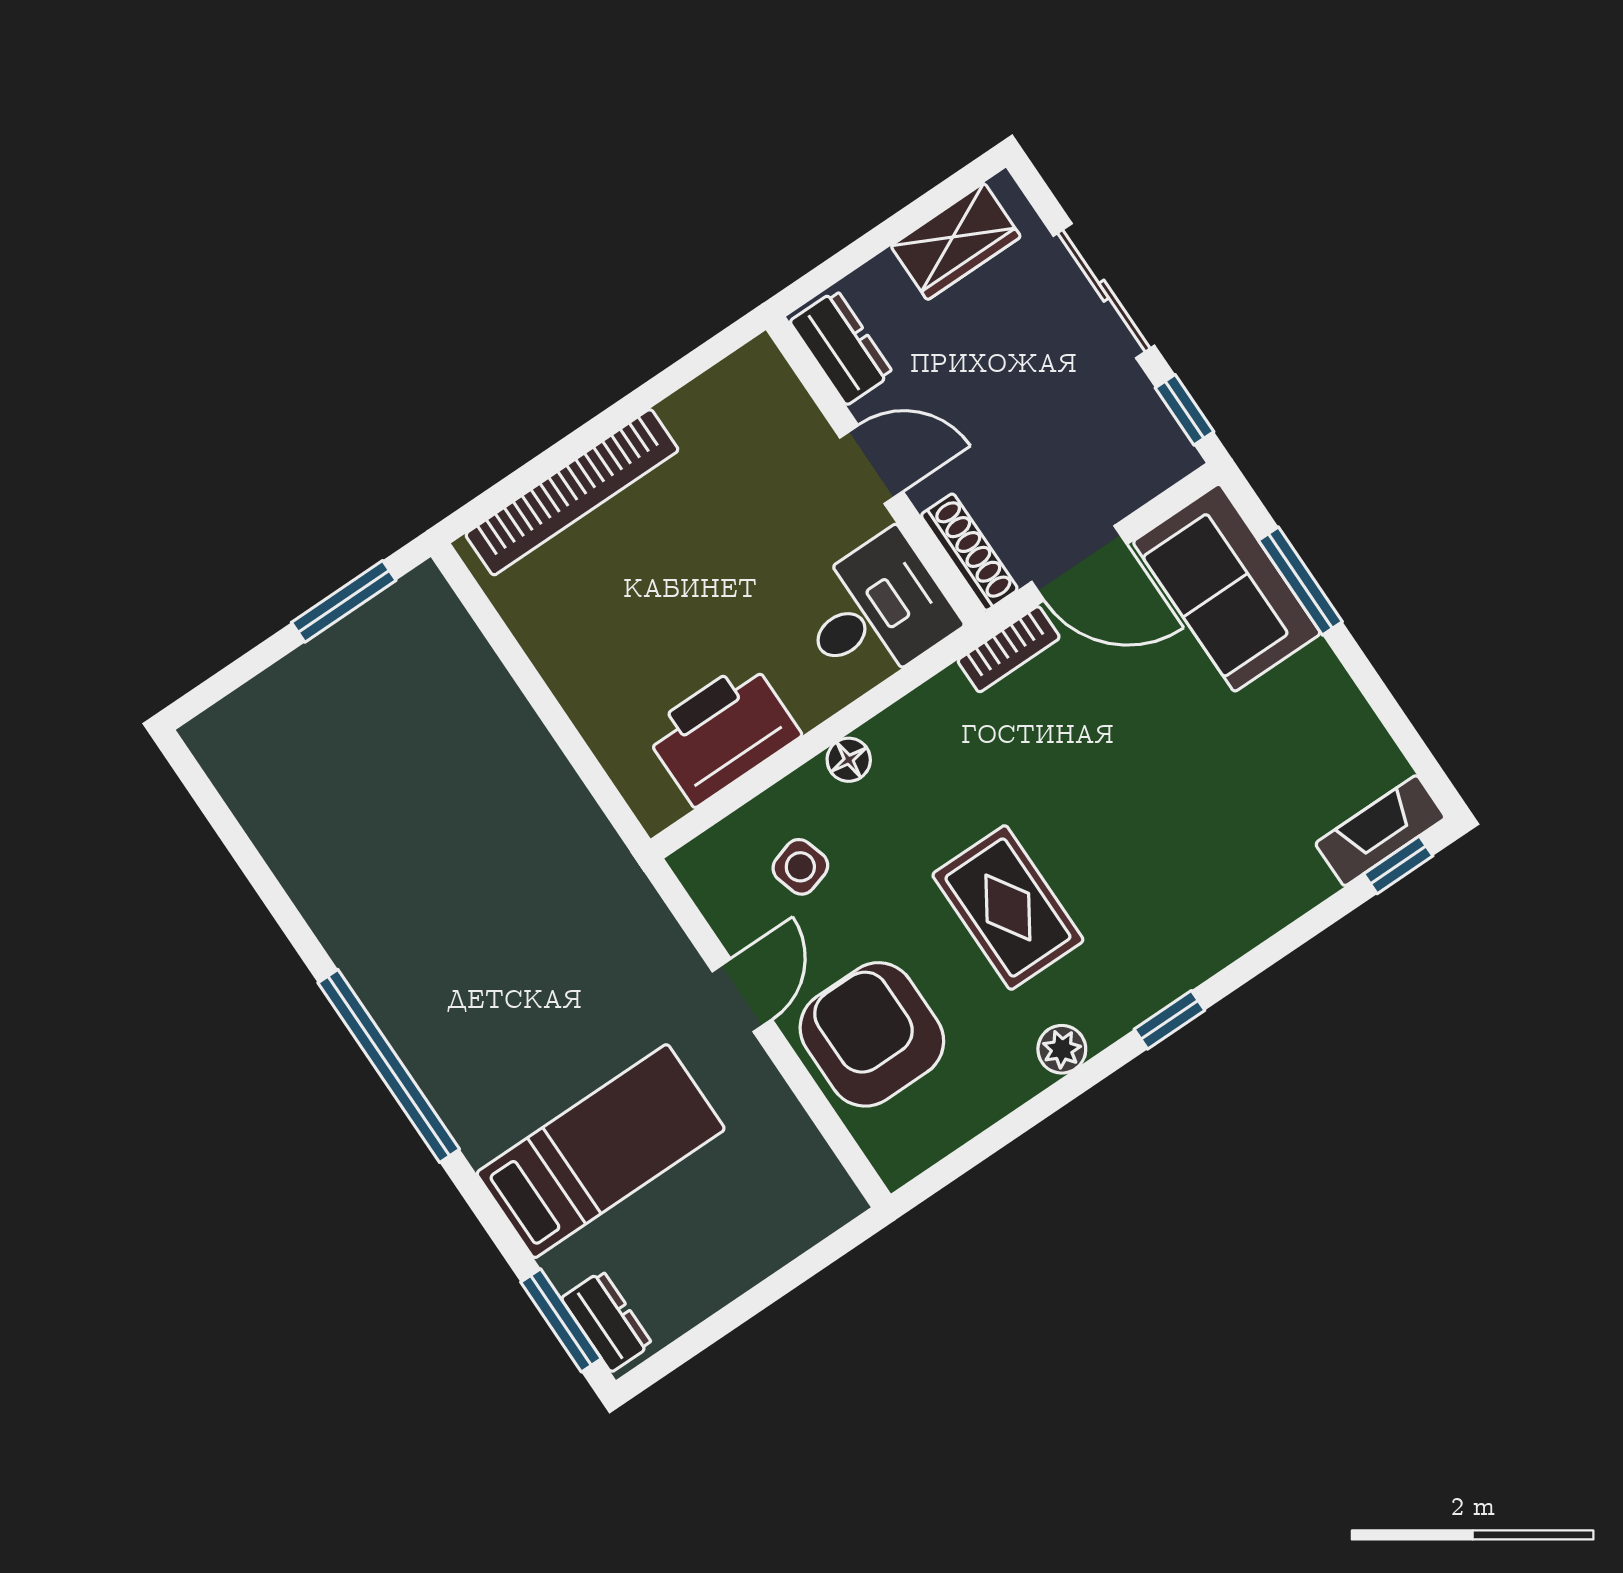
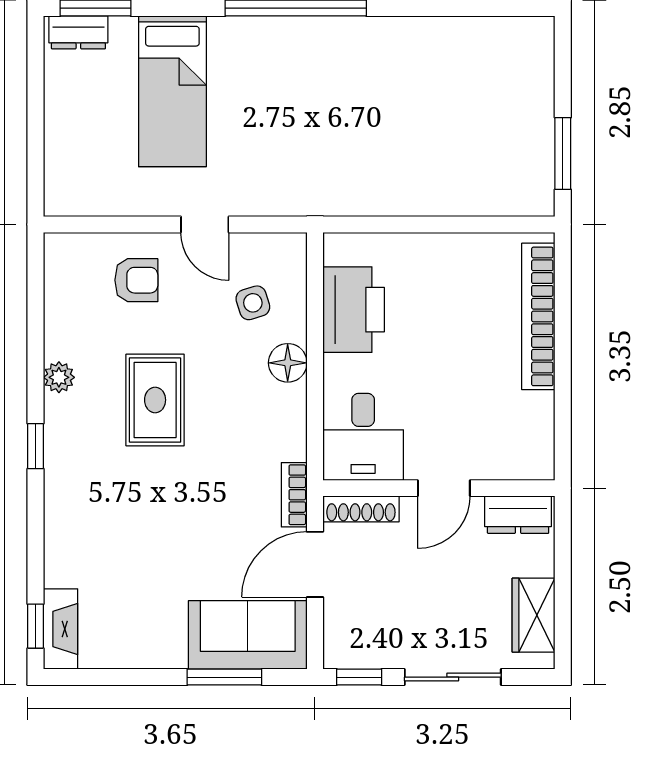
floor lamp: (849, 760) -> (288, 363), width x1.37, depth x1.37
rug: (1008, 907) -> (155, 400), turned 90
armchair: (872, 1034) -> (136, 280), width x0.53, depth x0.53

